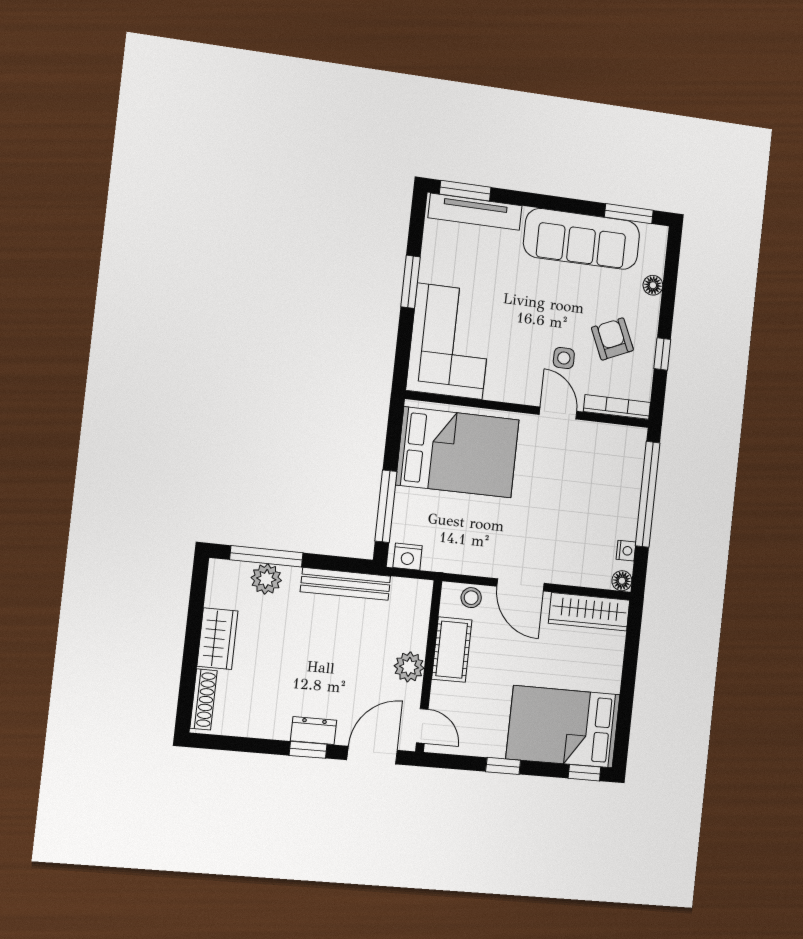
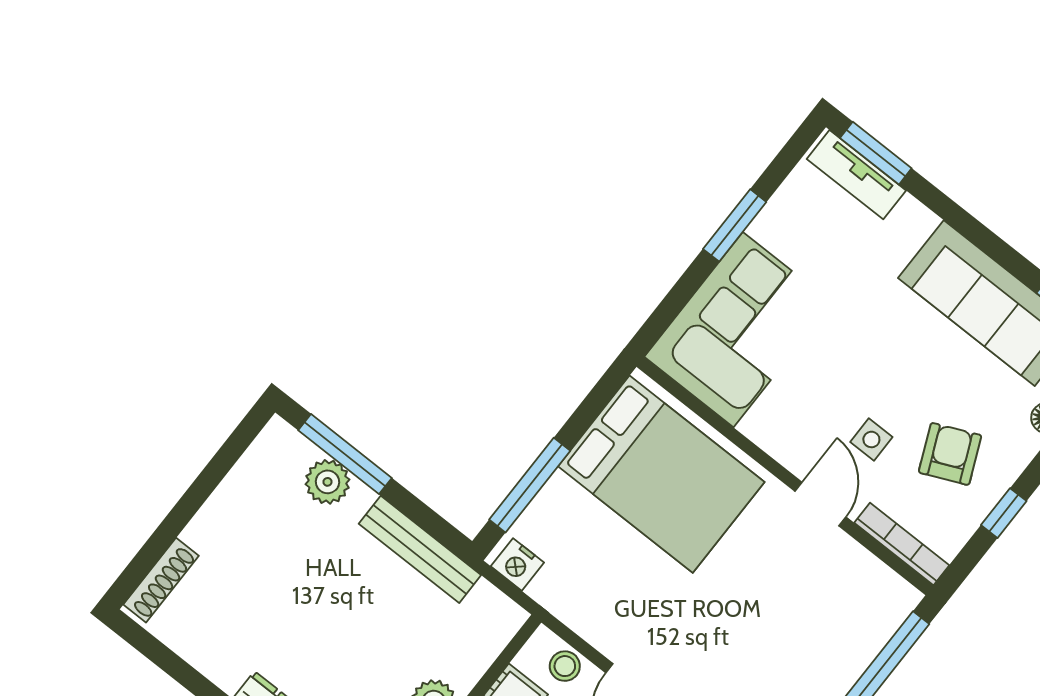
tv unit: (475, 212) -> (856, 175), width x0.71
wardrobe: (217, 639) -> (224, 517), removed

